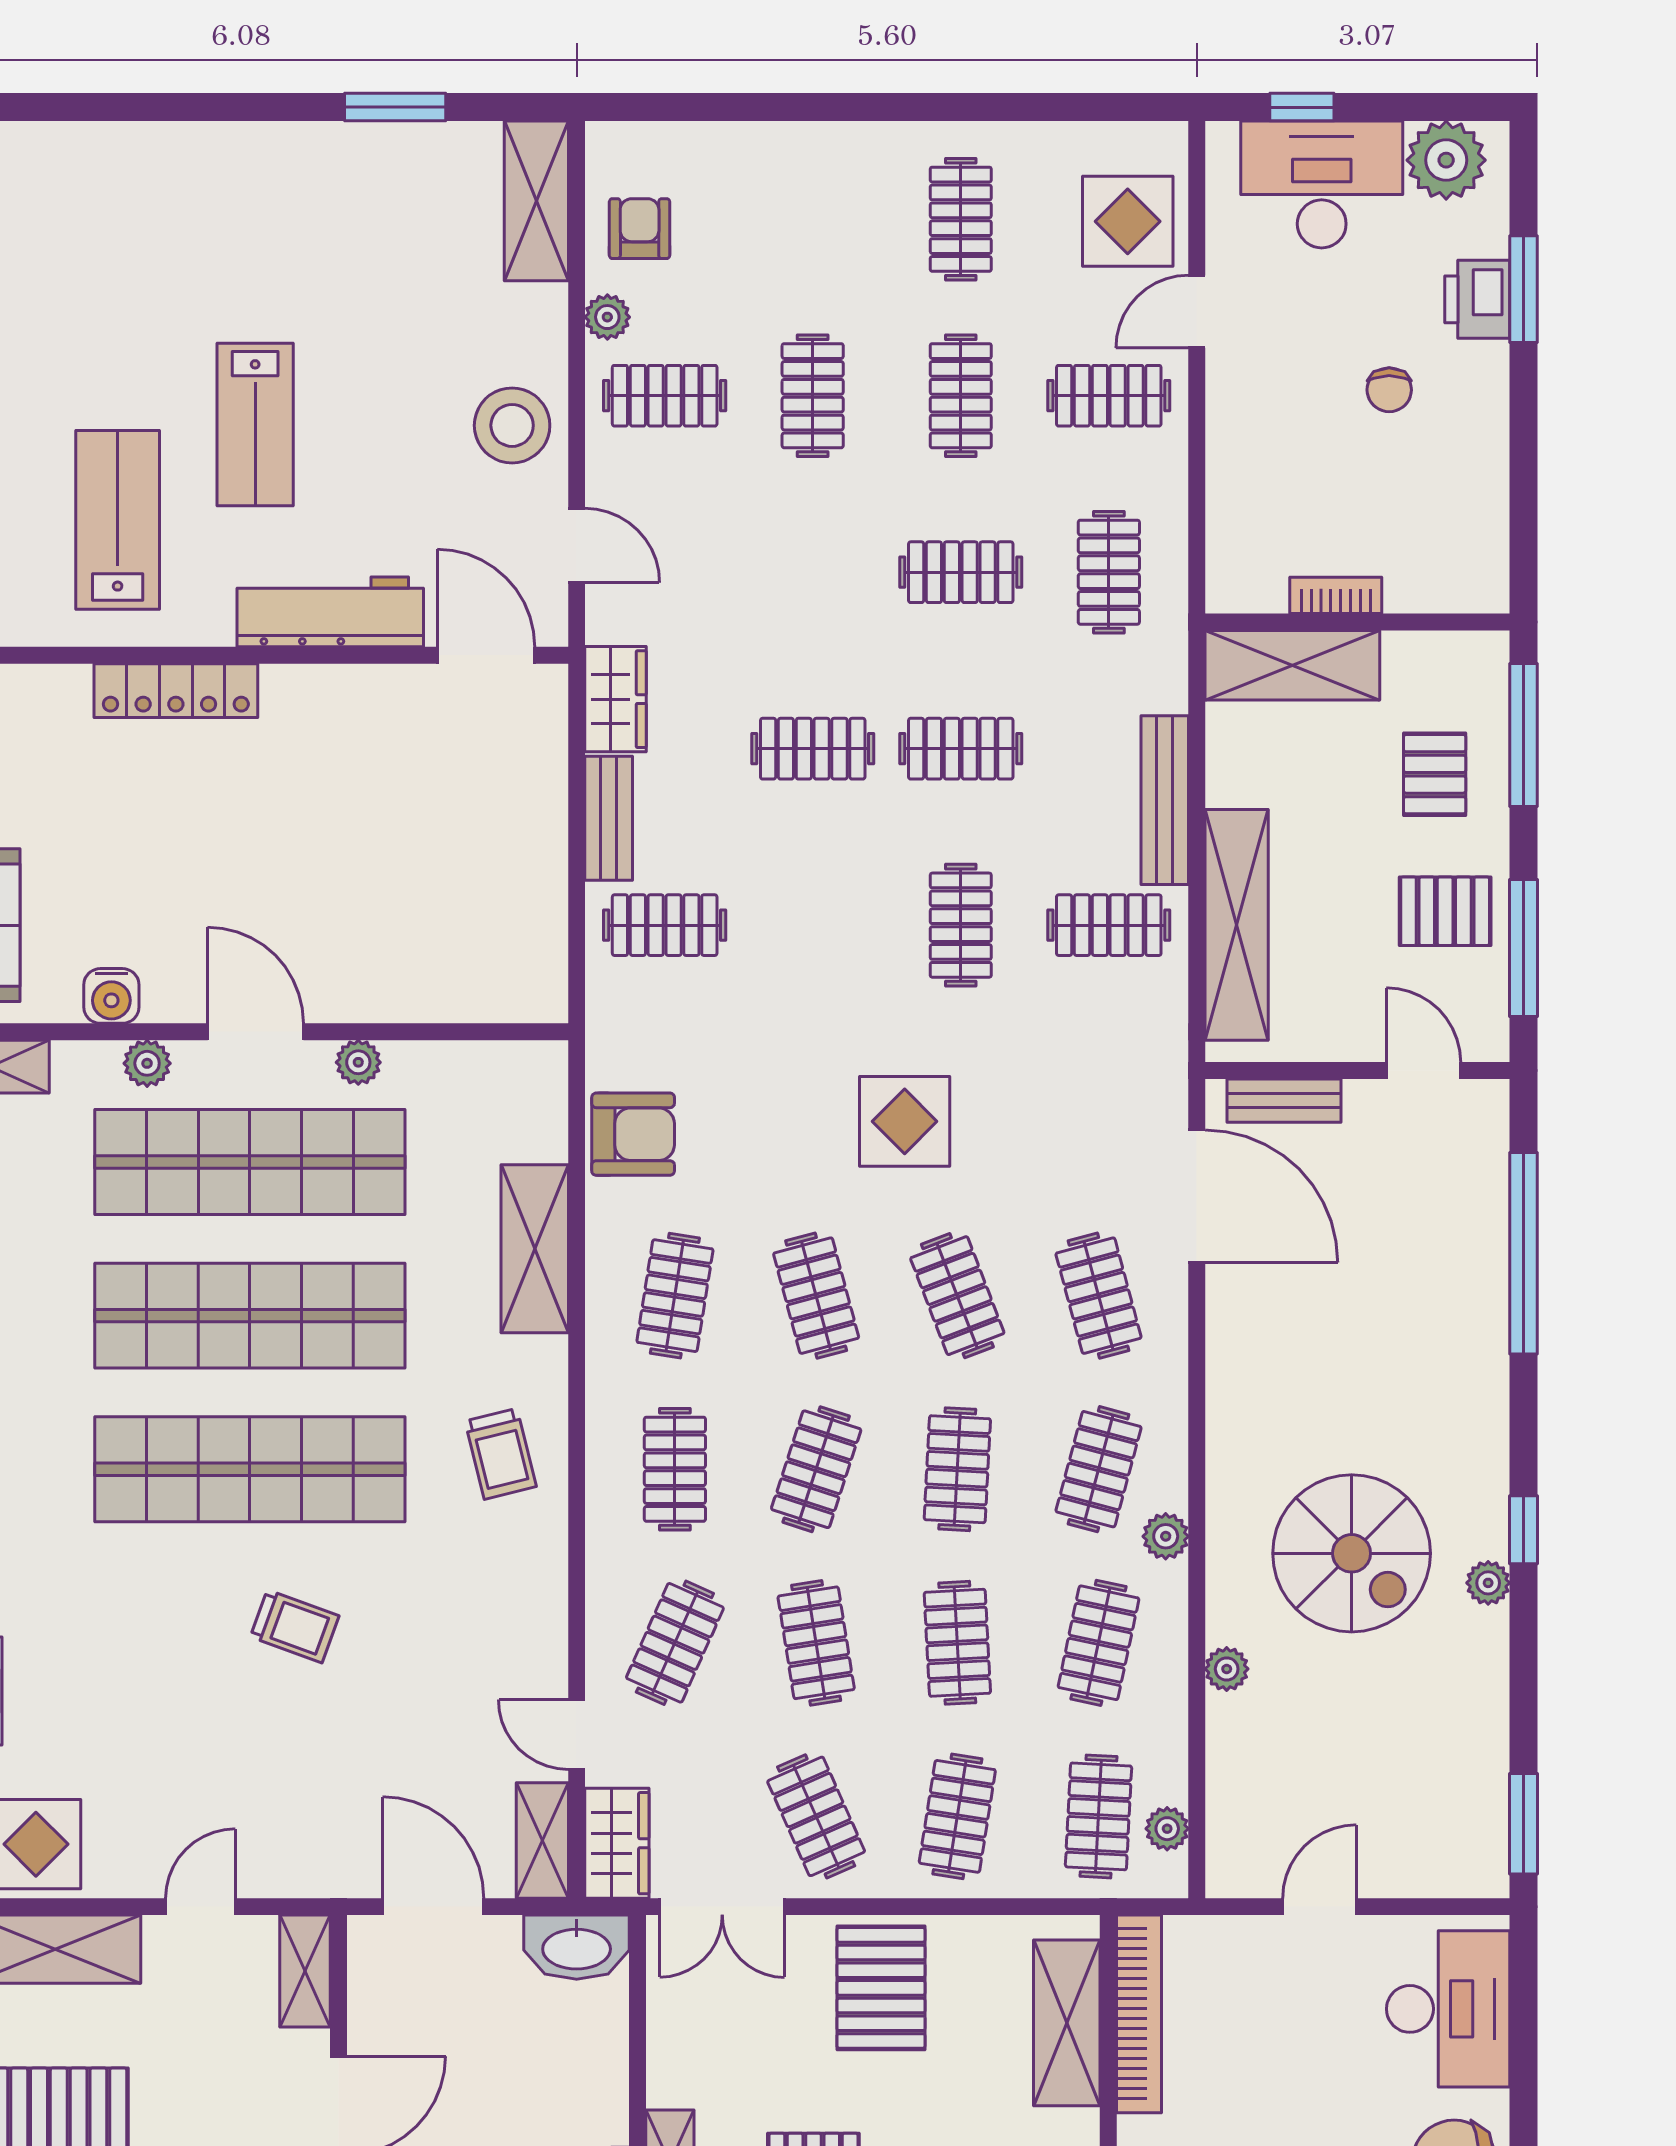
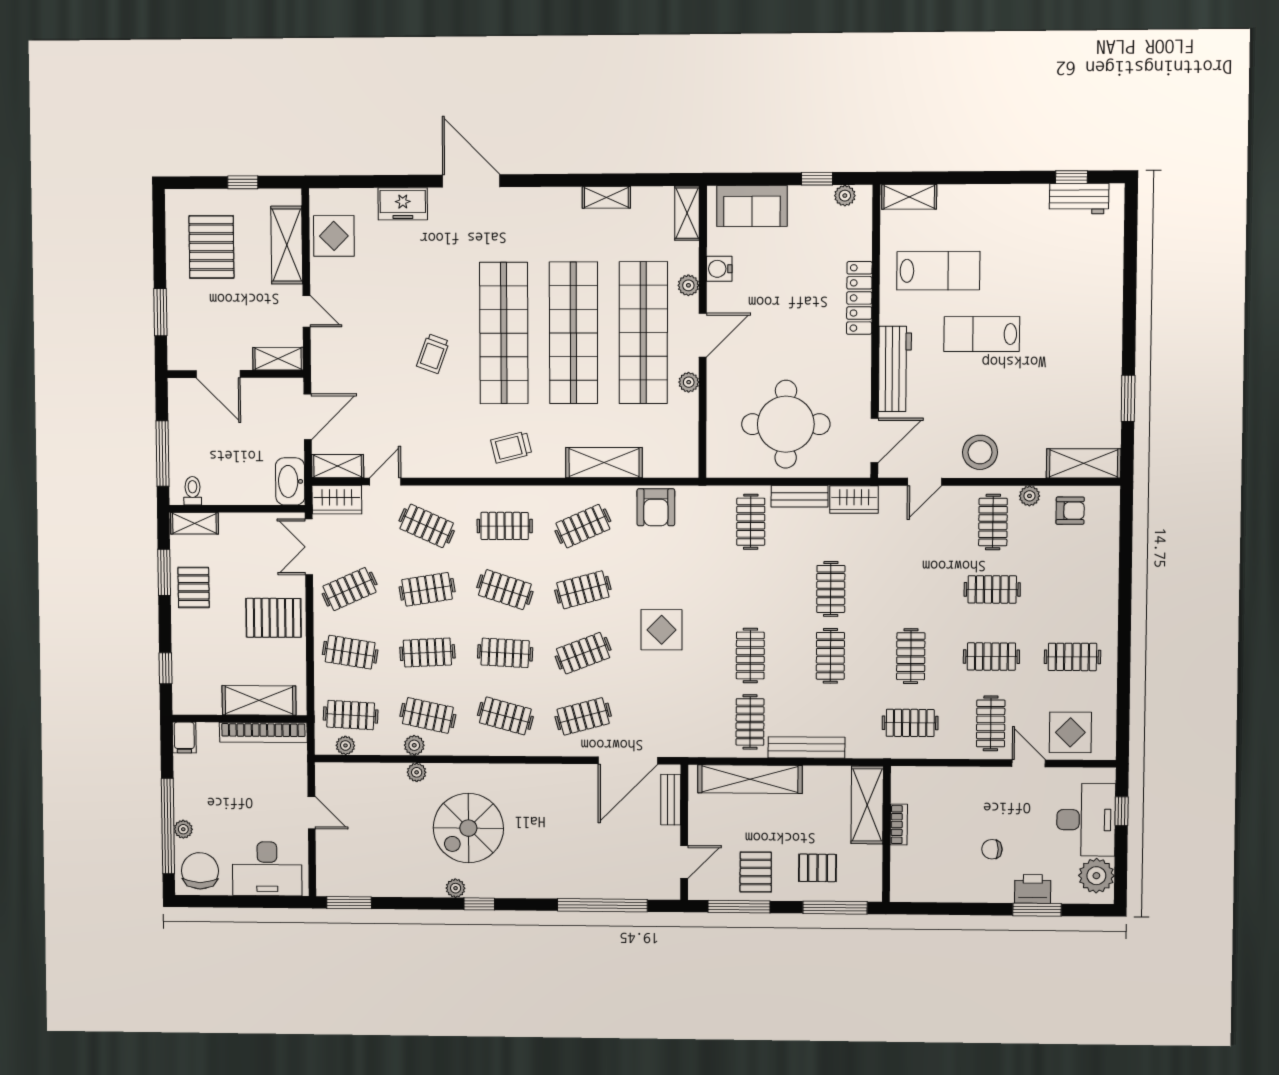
round table: (450, 849) -> (786, 424), added
clothes rail: (961, 925) -> (750, 655), turned 90
clothes rail: (675, 1296) -> (583, 526), turned -33
plant: (1166, 1536) -> (414, 745), moved

